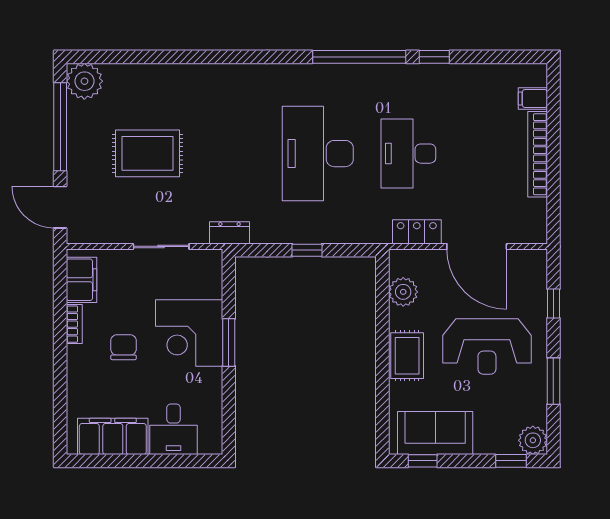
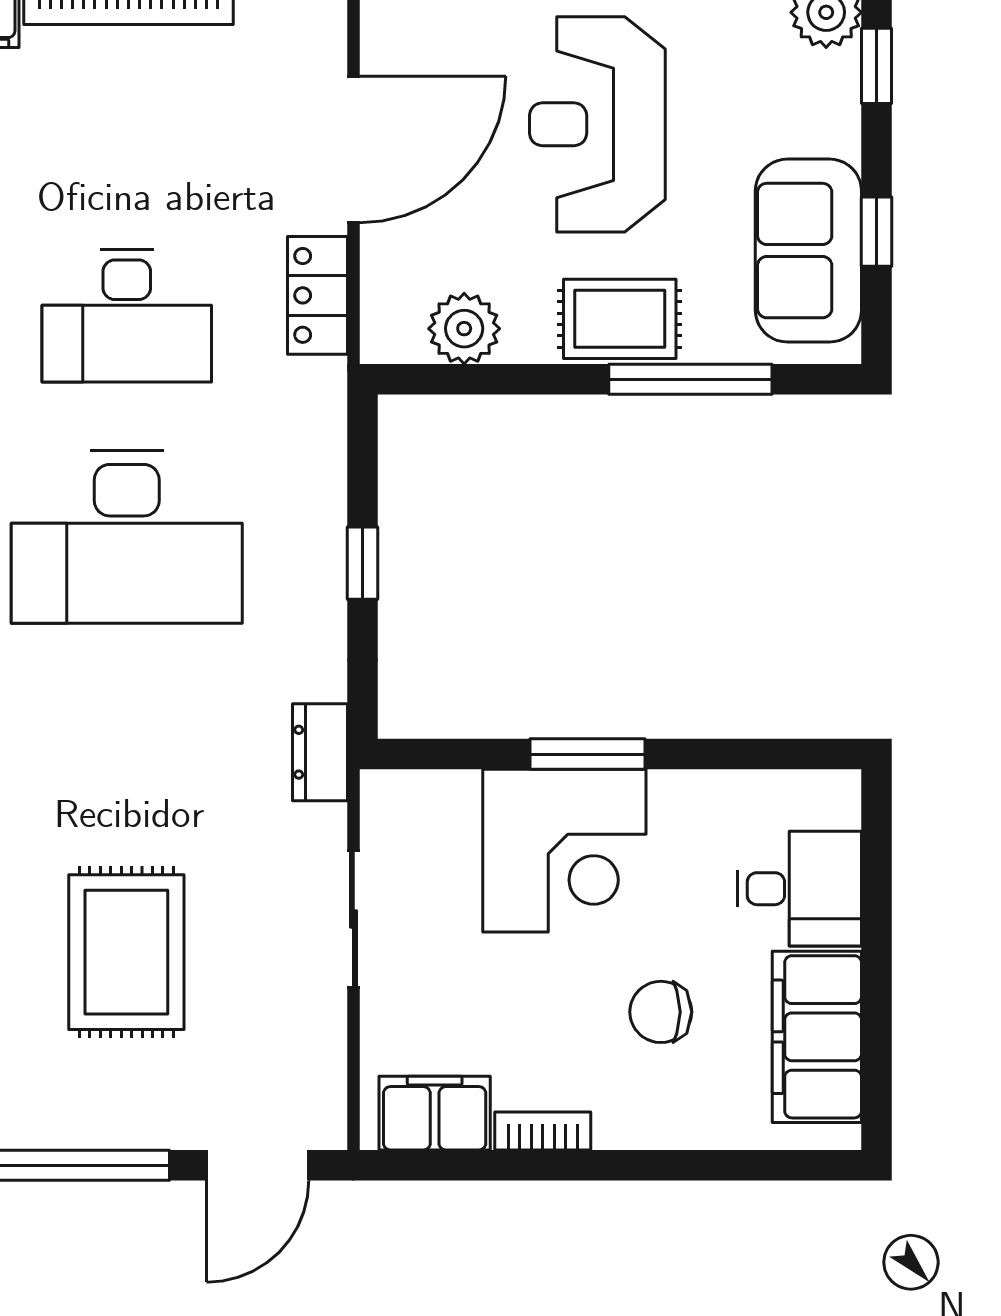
chair: (123, 347) -> (661, 1012), moved
reception desk: (487, 347) -> (597, 124), turned 180
window: (382, 385) -> (690, 379), added
window: (423, 461) -> (876, 232), moved

